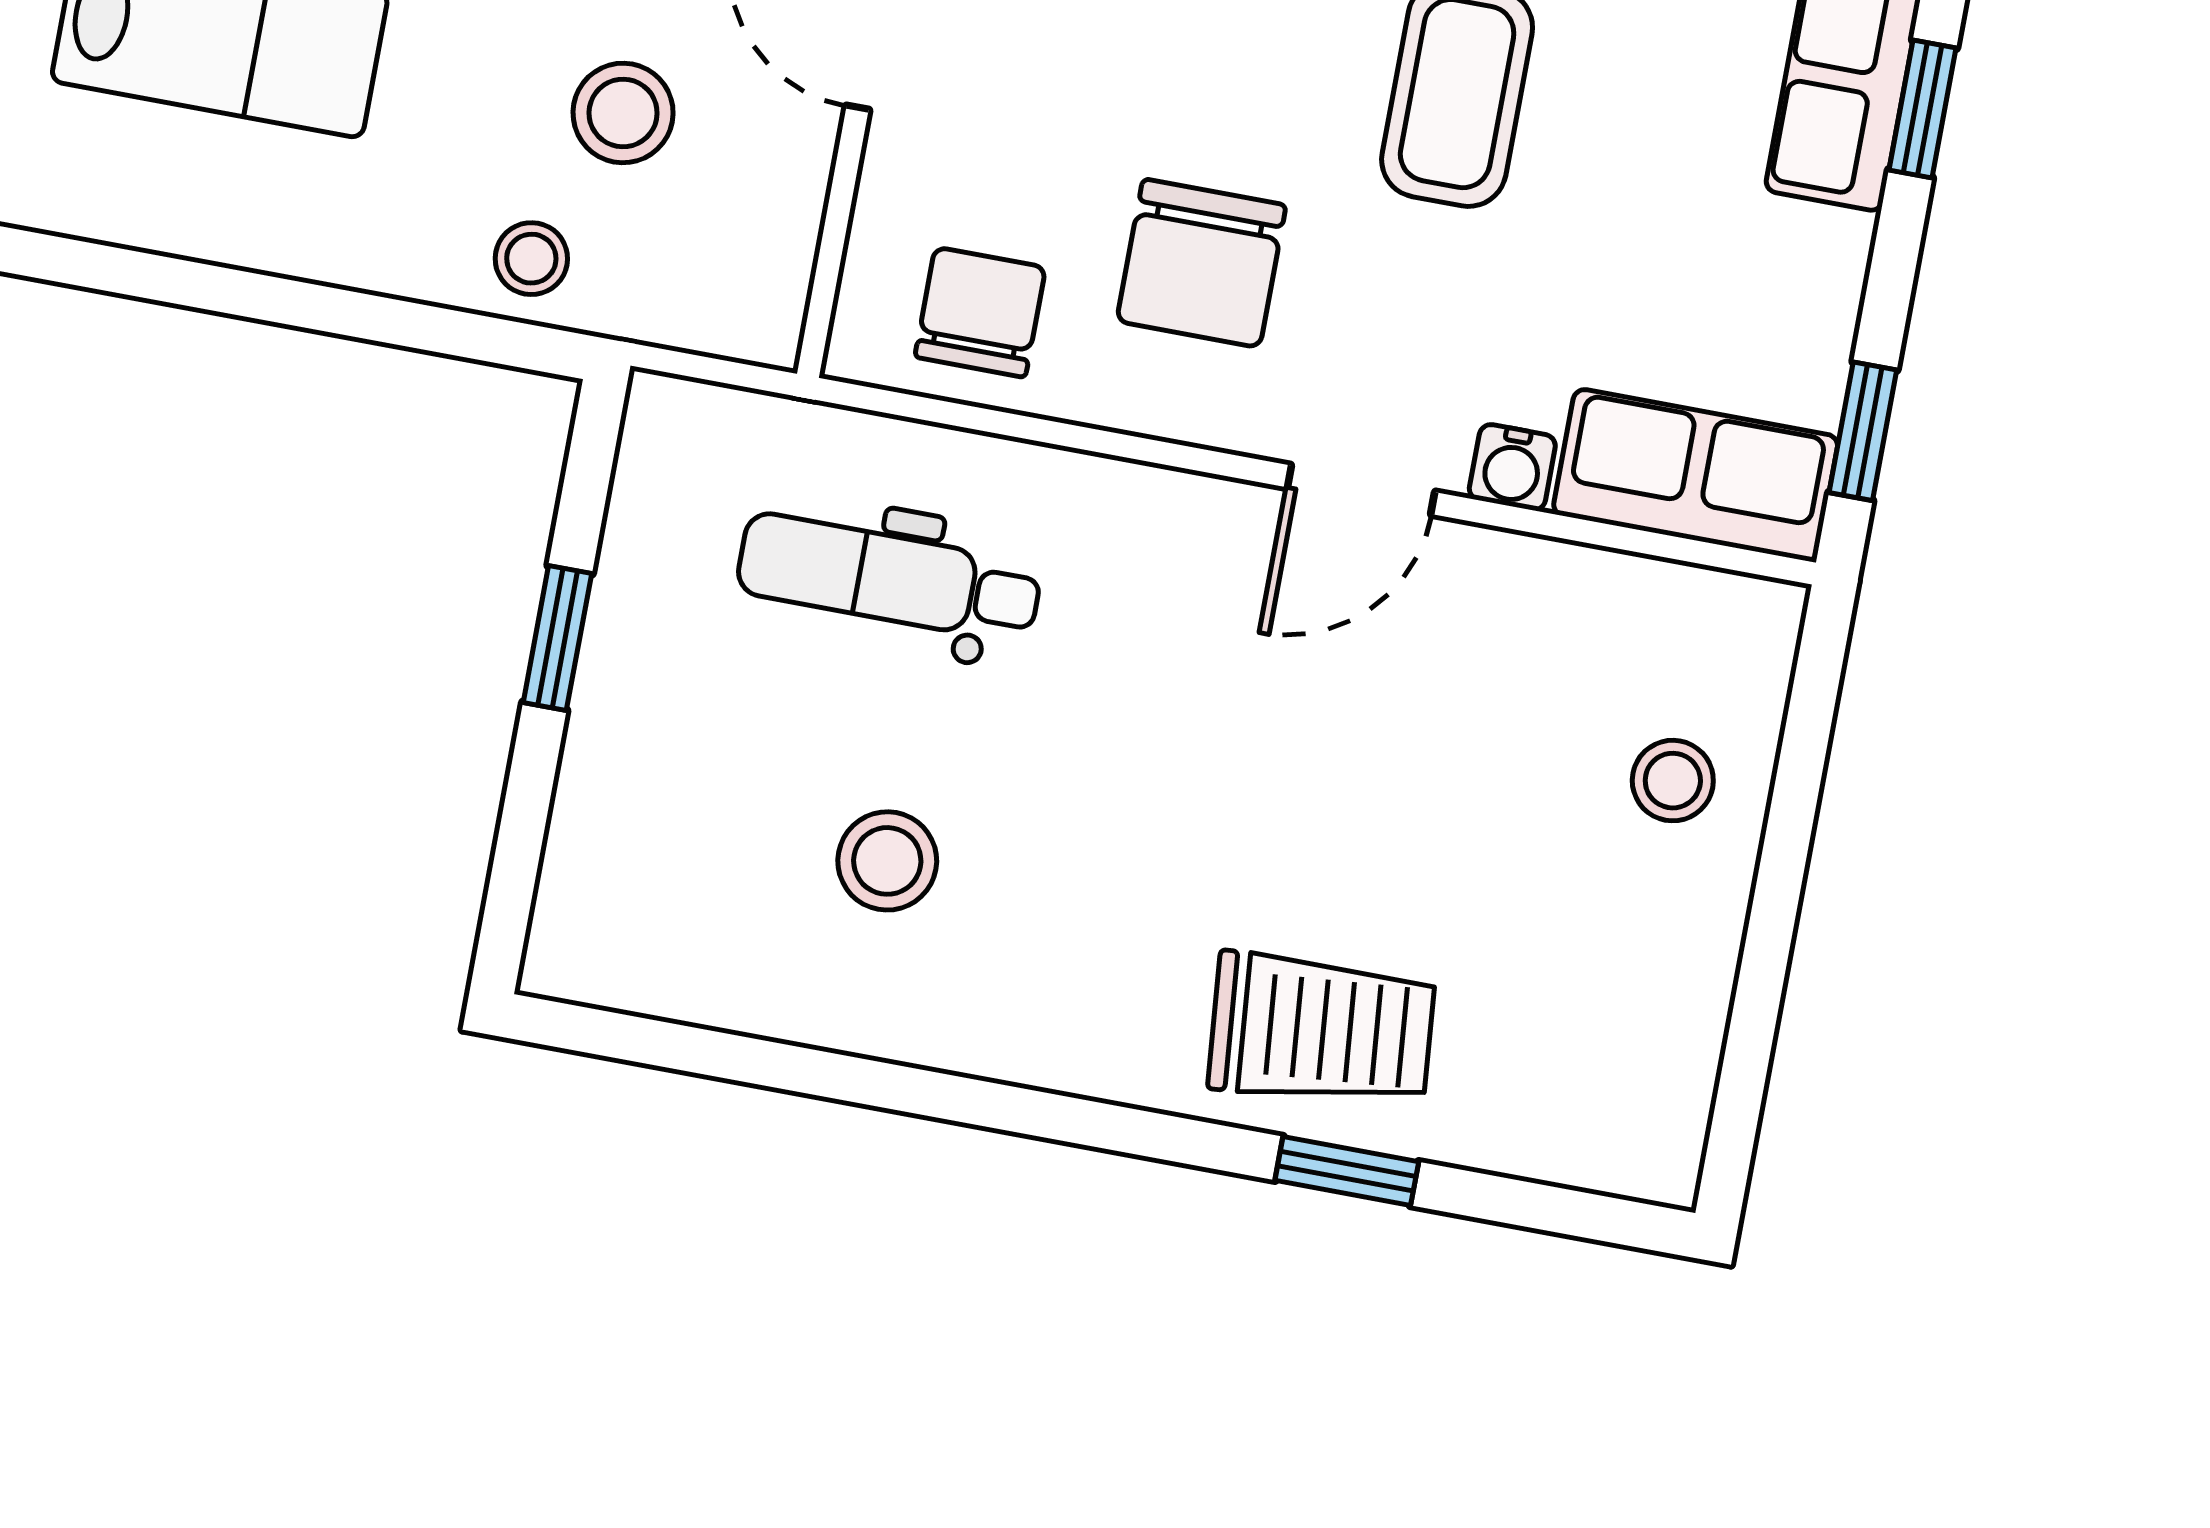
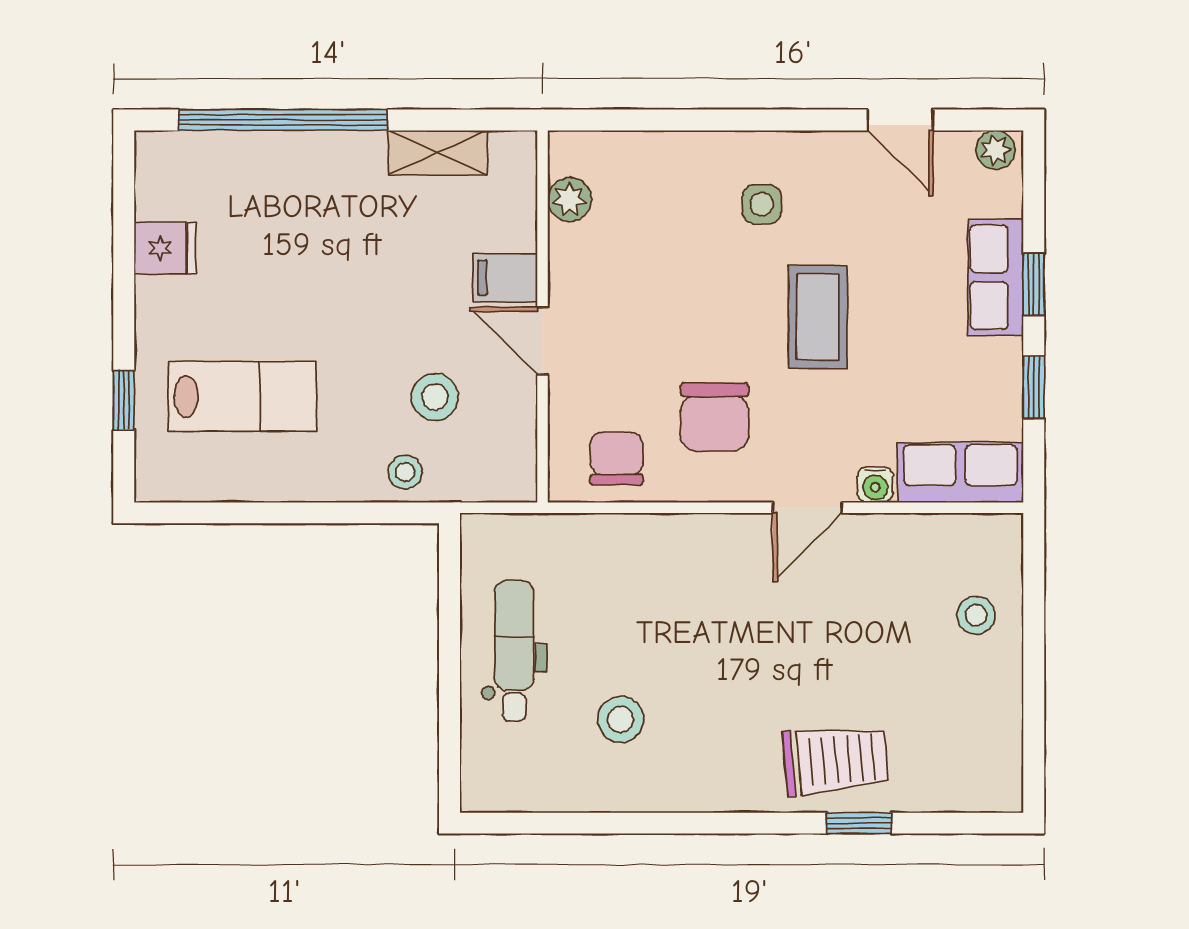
window: (1863, 431) -> (1034, 387), moved
dental chair: (889, 578) -> (514, 651), moved, turned 90
window: (557, 638) -> (450, 645), removed

